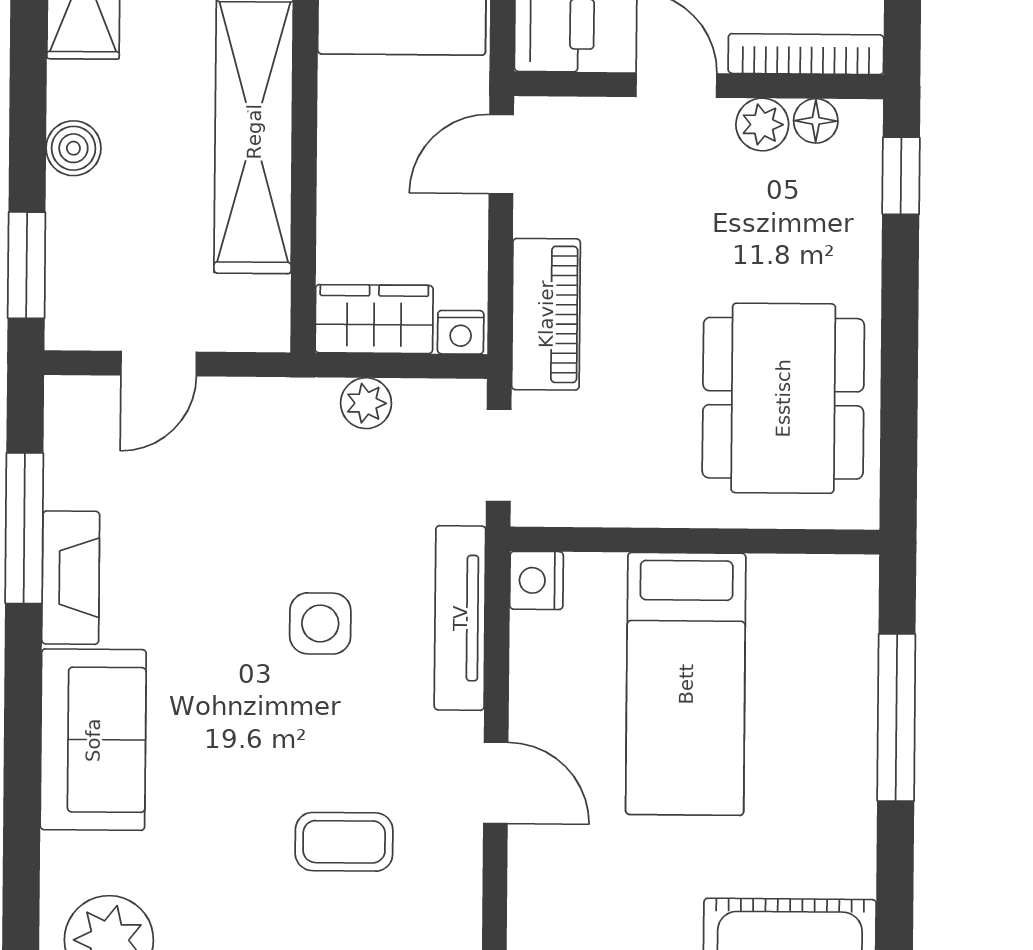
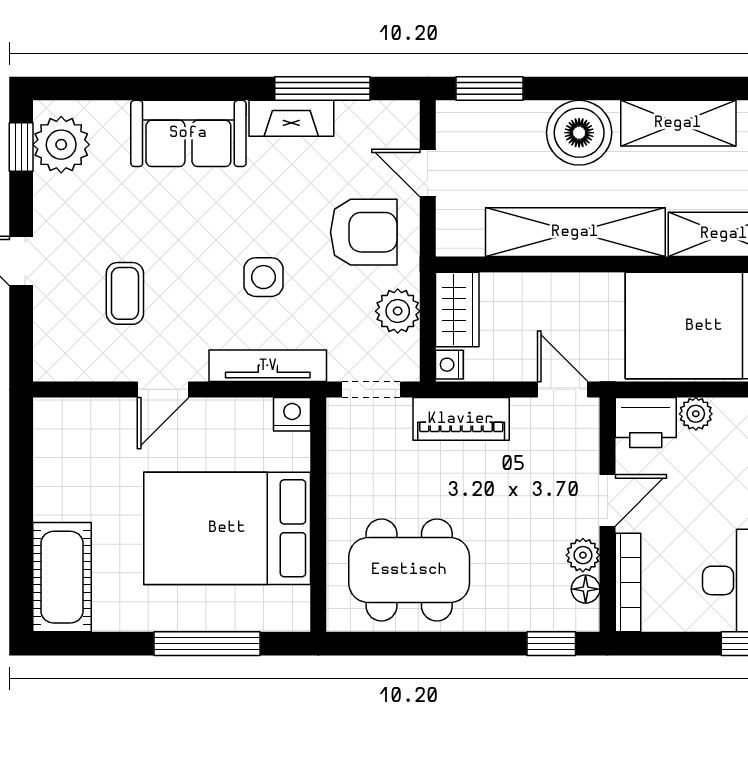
boiler: (73, 148) -> (579, 133), width x1.86, depth x1.86
plant: (366, 403) -> (398, 311), width x1.38, depth x1.38
armchair: (251, 465) -> (364, 232), added
bed: (686, 684) -> (227, 528), width x1.50

